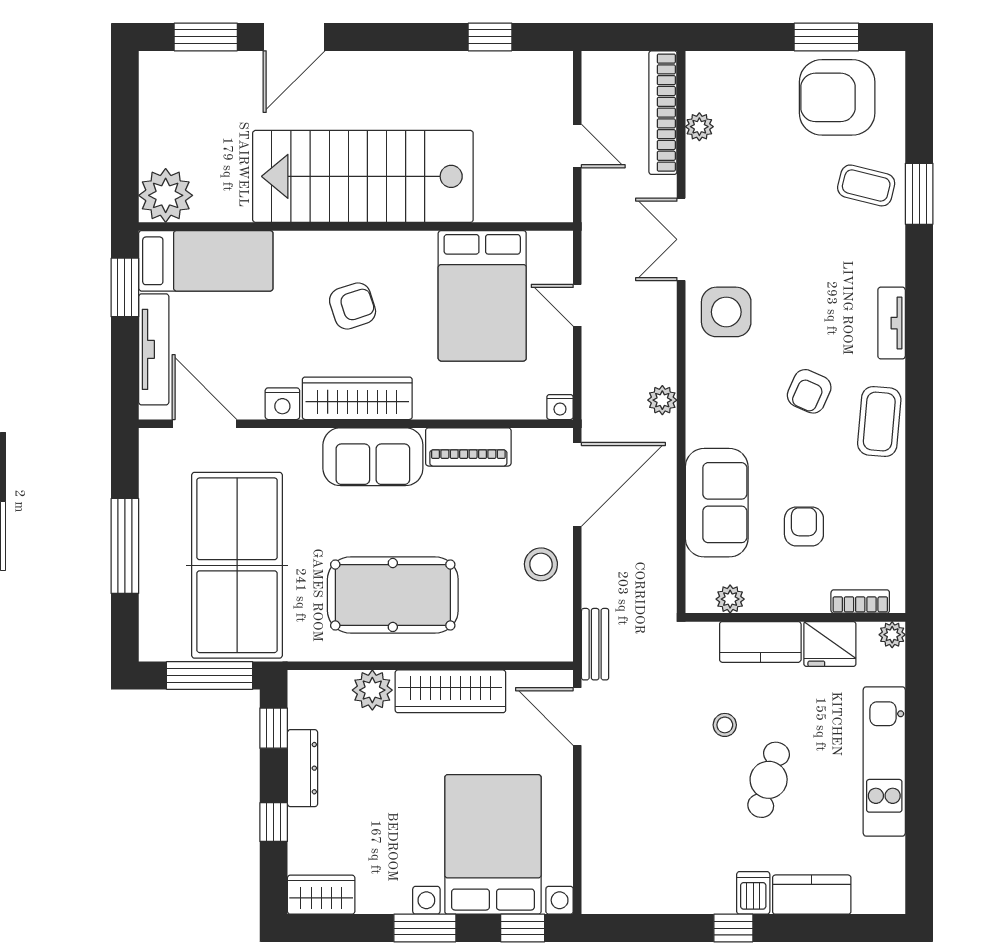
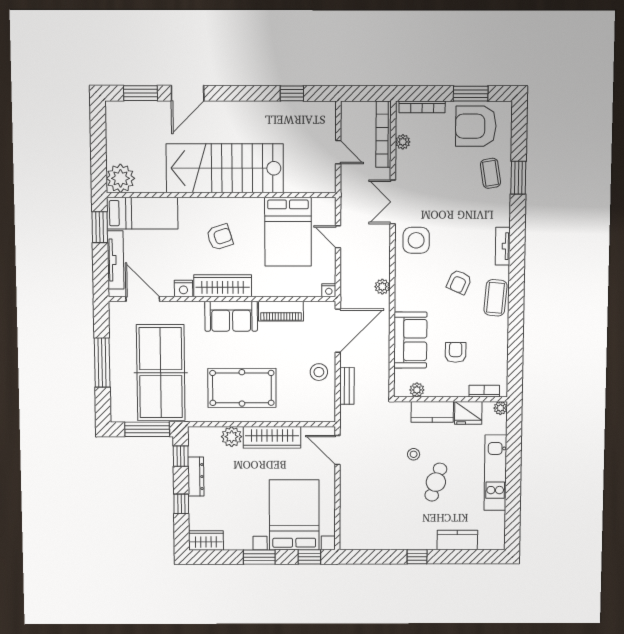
bookcase: (735, 62) -> (422, 107), added
coffee table: (866, 185) -> (490, 173), turned 67
bench: (595, 644) -> (347, 386), moved
dishwasher: (753, 893) -> (427, 539), removed

